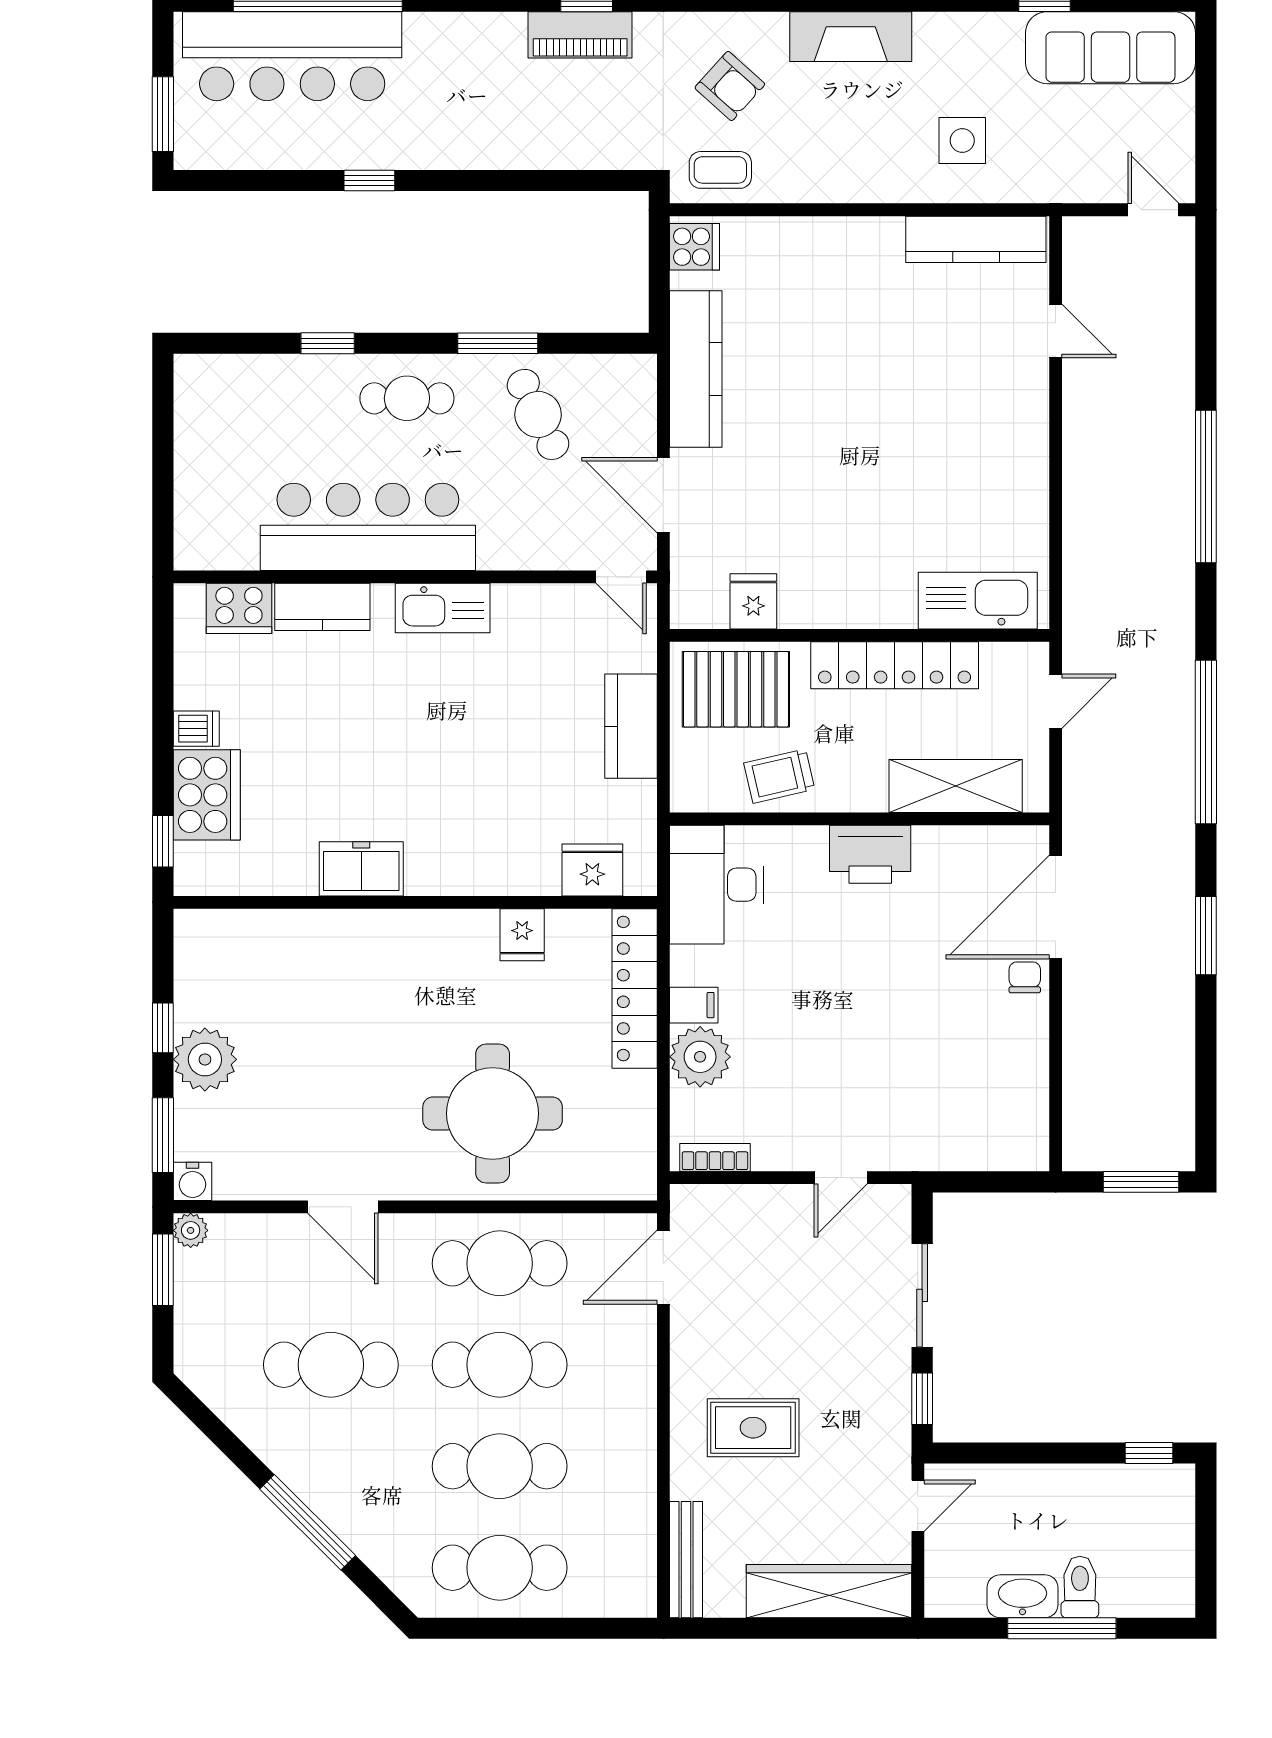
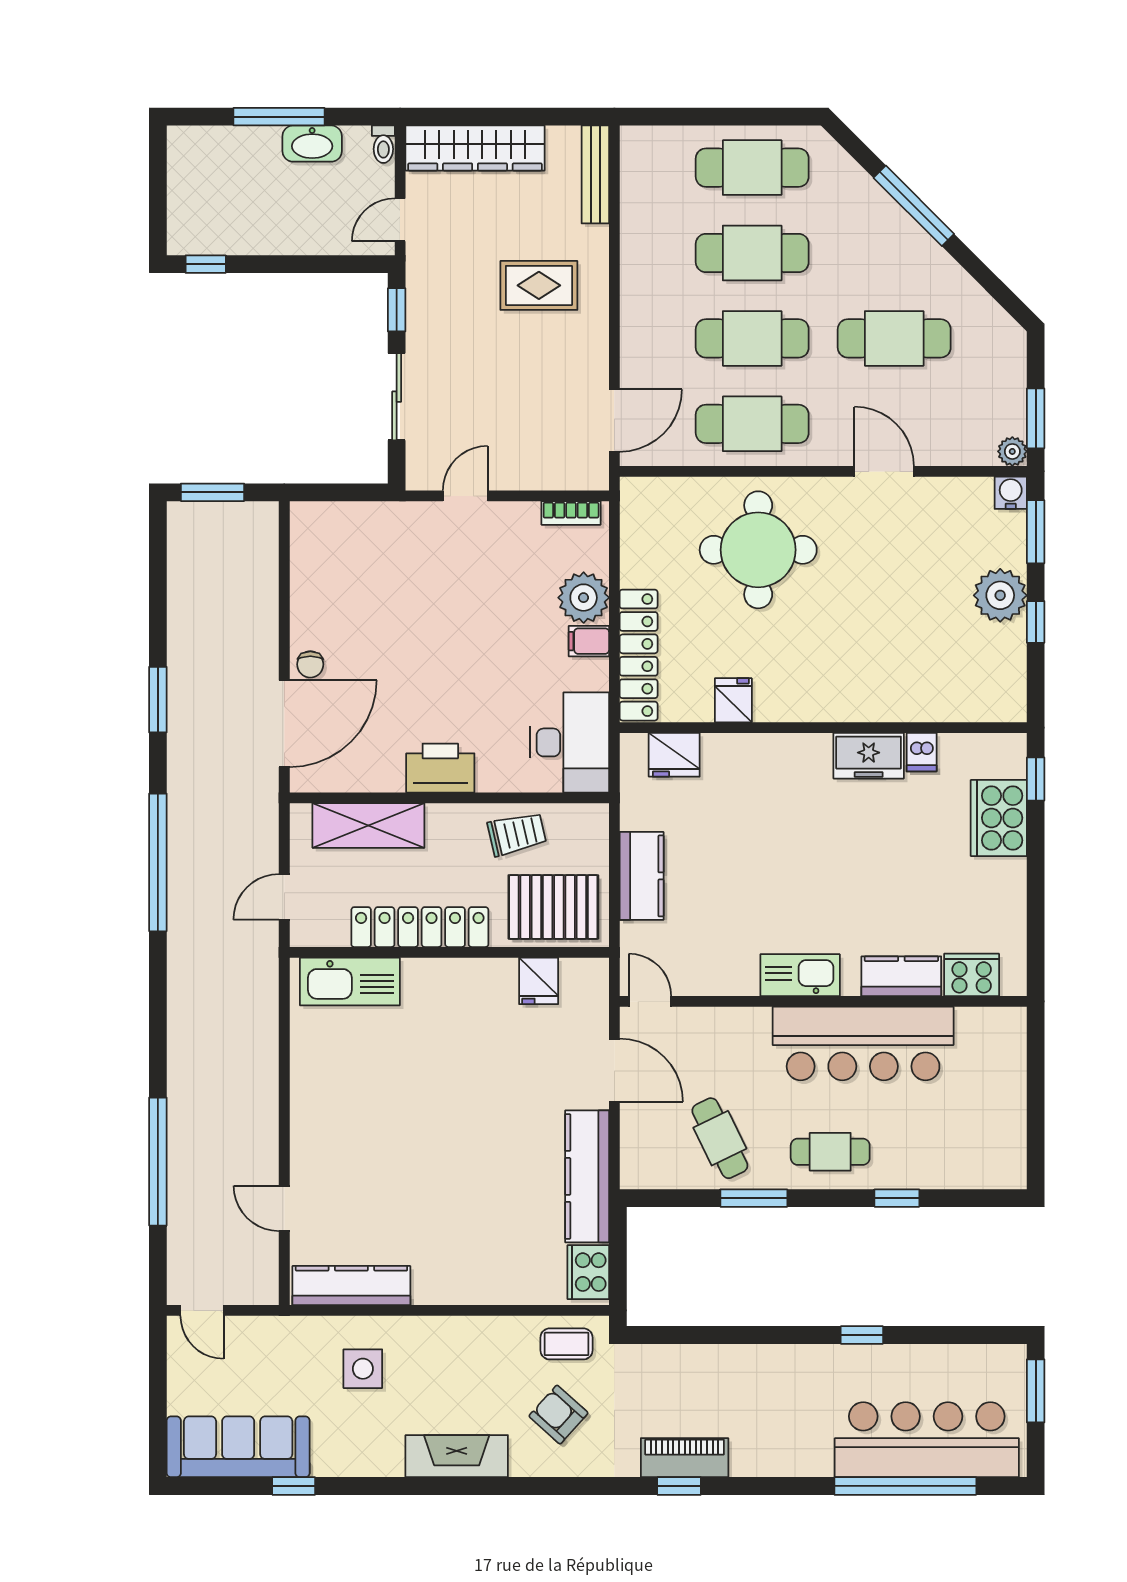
cooker: (695, 247) -> (588, 1272), width x1.36
window: (1206, 487) -> (158, 1162), moved
dishwasher: (196, 729) -> (922, 752), moved, turned -90
toilet: (1080, 1587) -> (383, 144), moved, width x0.73, depth x0.72

